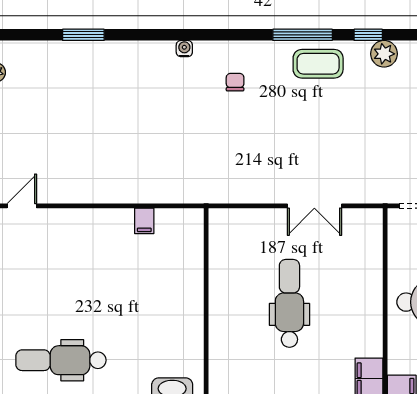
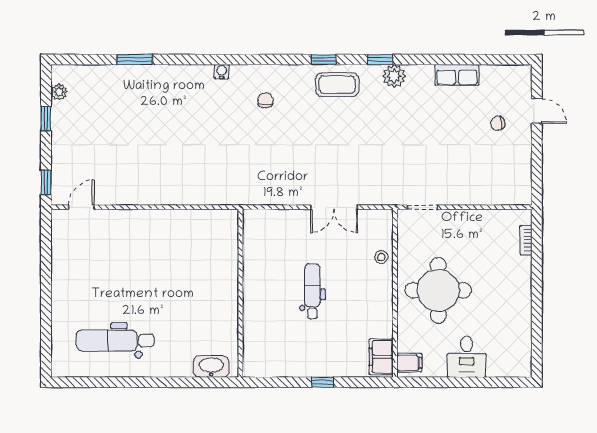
window: (303, 35) -> (324, 60), width x0.46
filing cabinet: (144, 221) -> (187, 220), removed
stool: (369, 264) -> (381, 257), added
dental chair: (289, 303) -> (312, 291), width x0.73, depth x0.72

